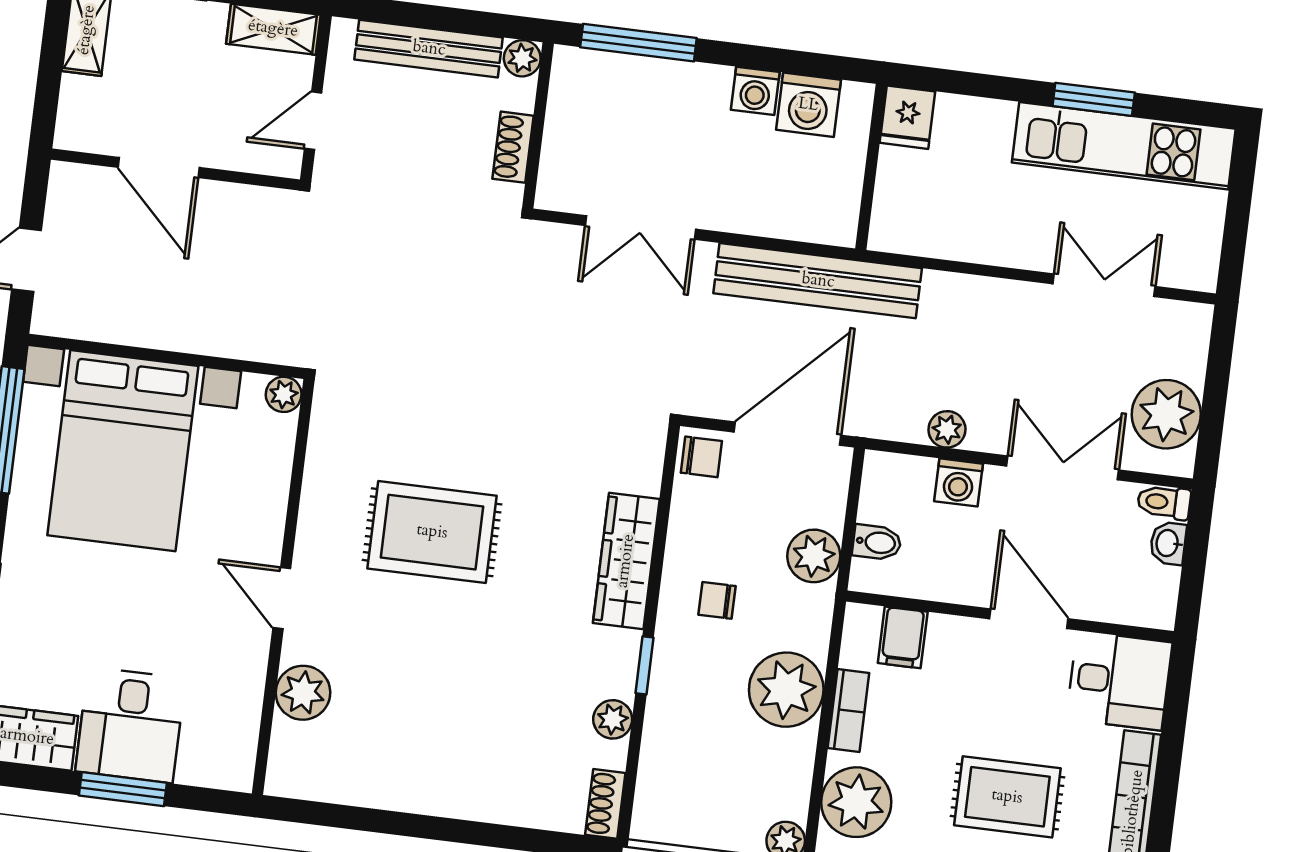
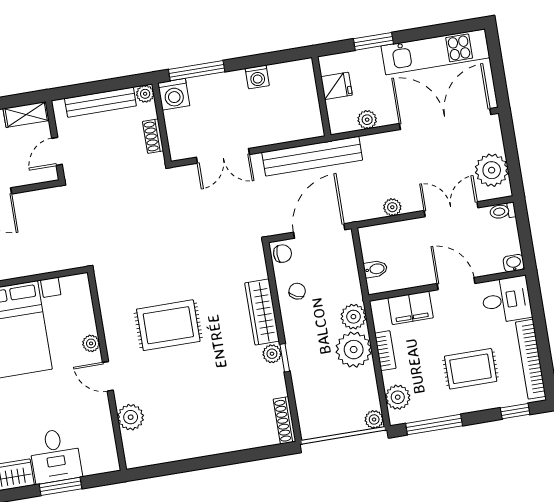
window: (1094, 99) -> (373, 41), moved
washing machine: (808, 105) -> (174, 94), moved
fridge: (907, 117) -> (336, 86), moved, turned -90
plant: (948, 240) -> (367, 120), added
double door: (1104, 285) -> (445, 119), width x1.87
plant: (284, 394) -> (91, 343), moved
washing machine: (959, 482) -> (405, 230), removed
washbasin: (1168, 543) -> (514, 263), moved, turned 90
plant: (814, 556) -> (353, 317), moved
chair: (717, 600) -> (297, 291), moved, turned 114
filing cabinet: (903, 637) -> (411, 308), width x2.00
plant: (613, 719) -> (272, 354), moved
plant: (856, 802) -> (398, 397), width x0.73, depth x0.73
shoe rack: (605, 804) -> (285, 420), width x1.43

